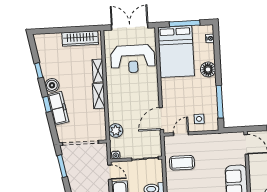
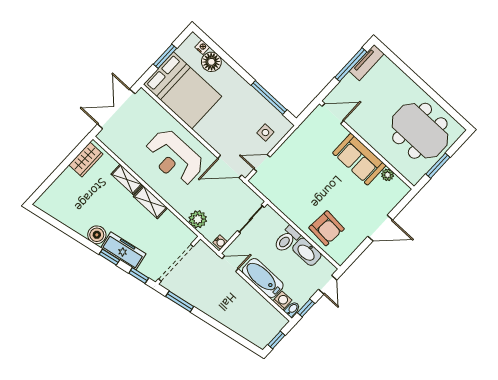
window: (185, 23) -> (165, 56), width x0.69
wardrobe: (80, 38) -> (86, 159), width x0.67
reception desk: (133, 59) -> (174, 158), moved, turned 90
floor lamp: (208, 69) -> (211, 62), moved
window: (39, 70) -> (139, 276), moved
door: (161, 119) -> (230, 167), hinge flipped
door: (181, 134) -> (262, 163), hinge flipped
coffee table: (182, 163) -> (289, 189), removed

